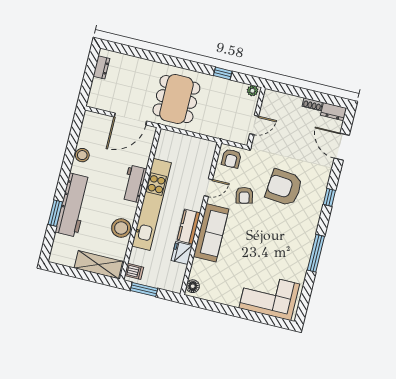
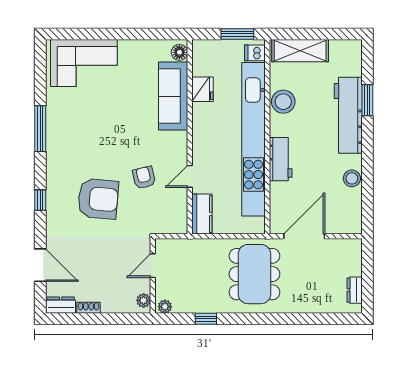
plant: (268, 100) -> (144, 300), added
armchair: (231, 159) -> (170, 218), removed
kitchen unit: (152, 204) -> (253, 139), width x1.36
kitchen counter: (189, 227) -> (202, 214), moved
sofa: (211, 233) -> (173, 96), moved

